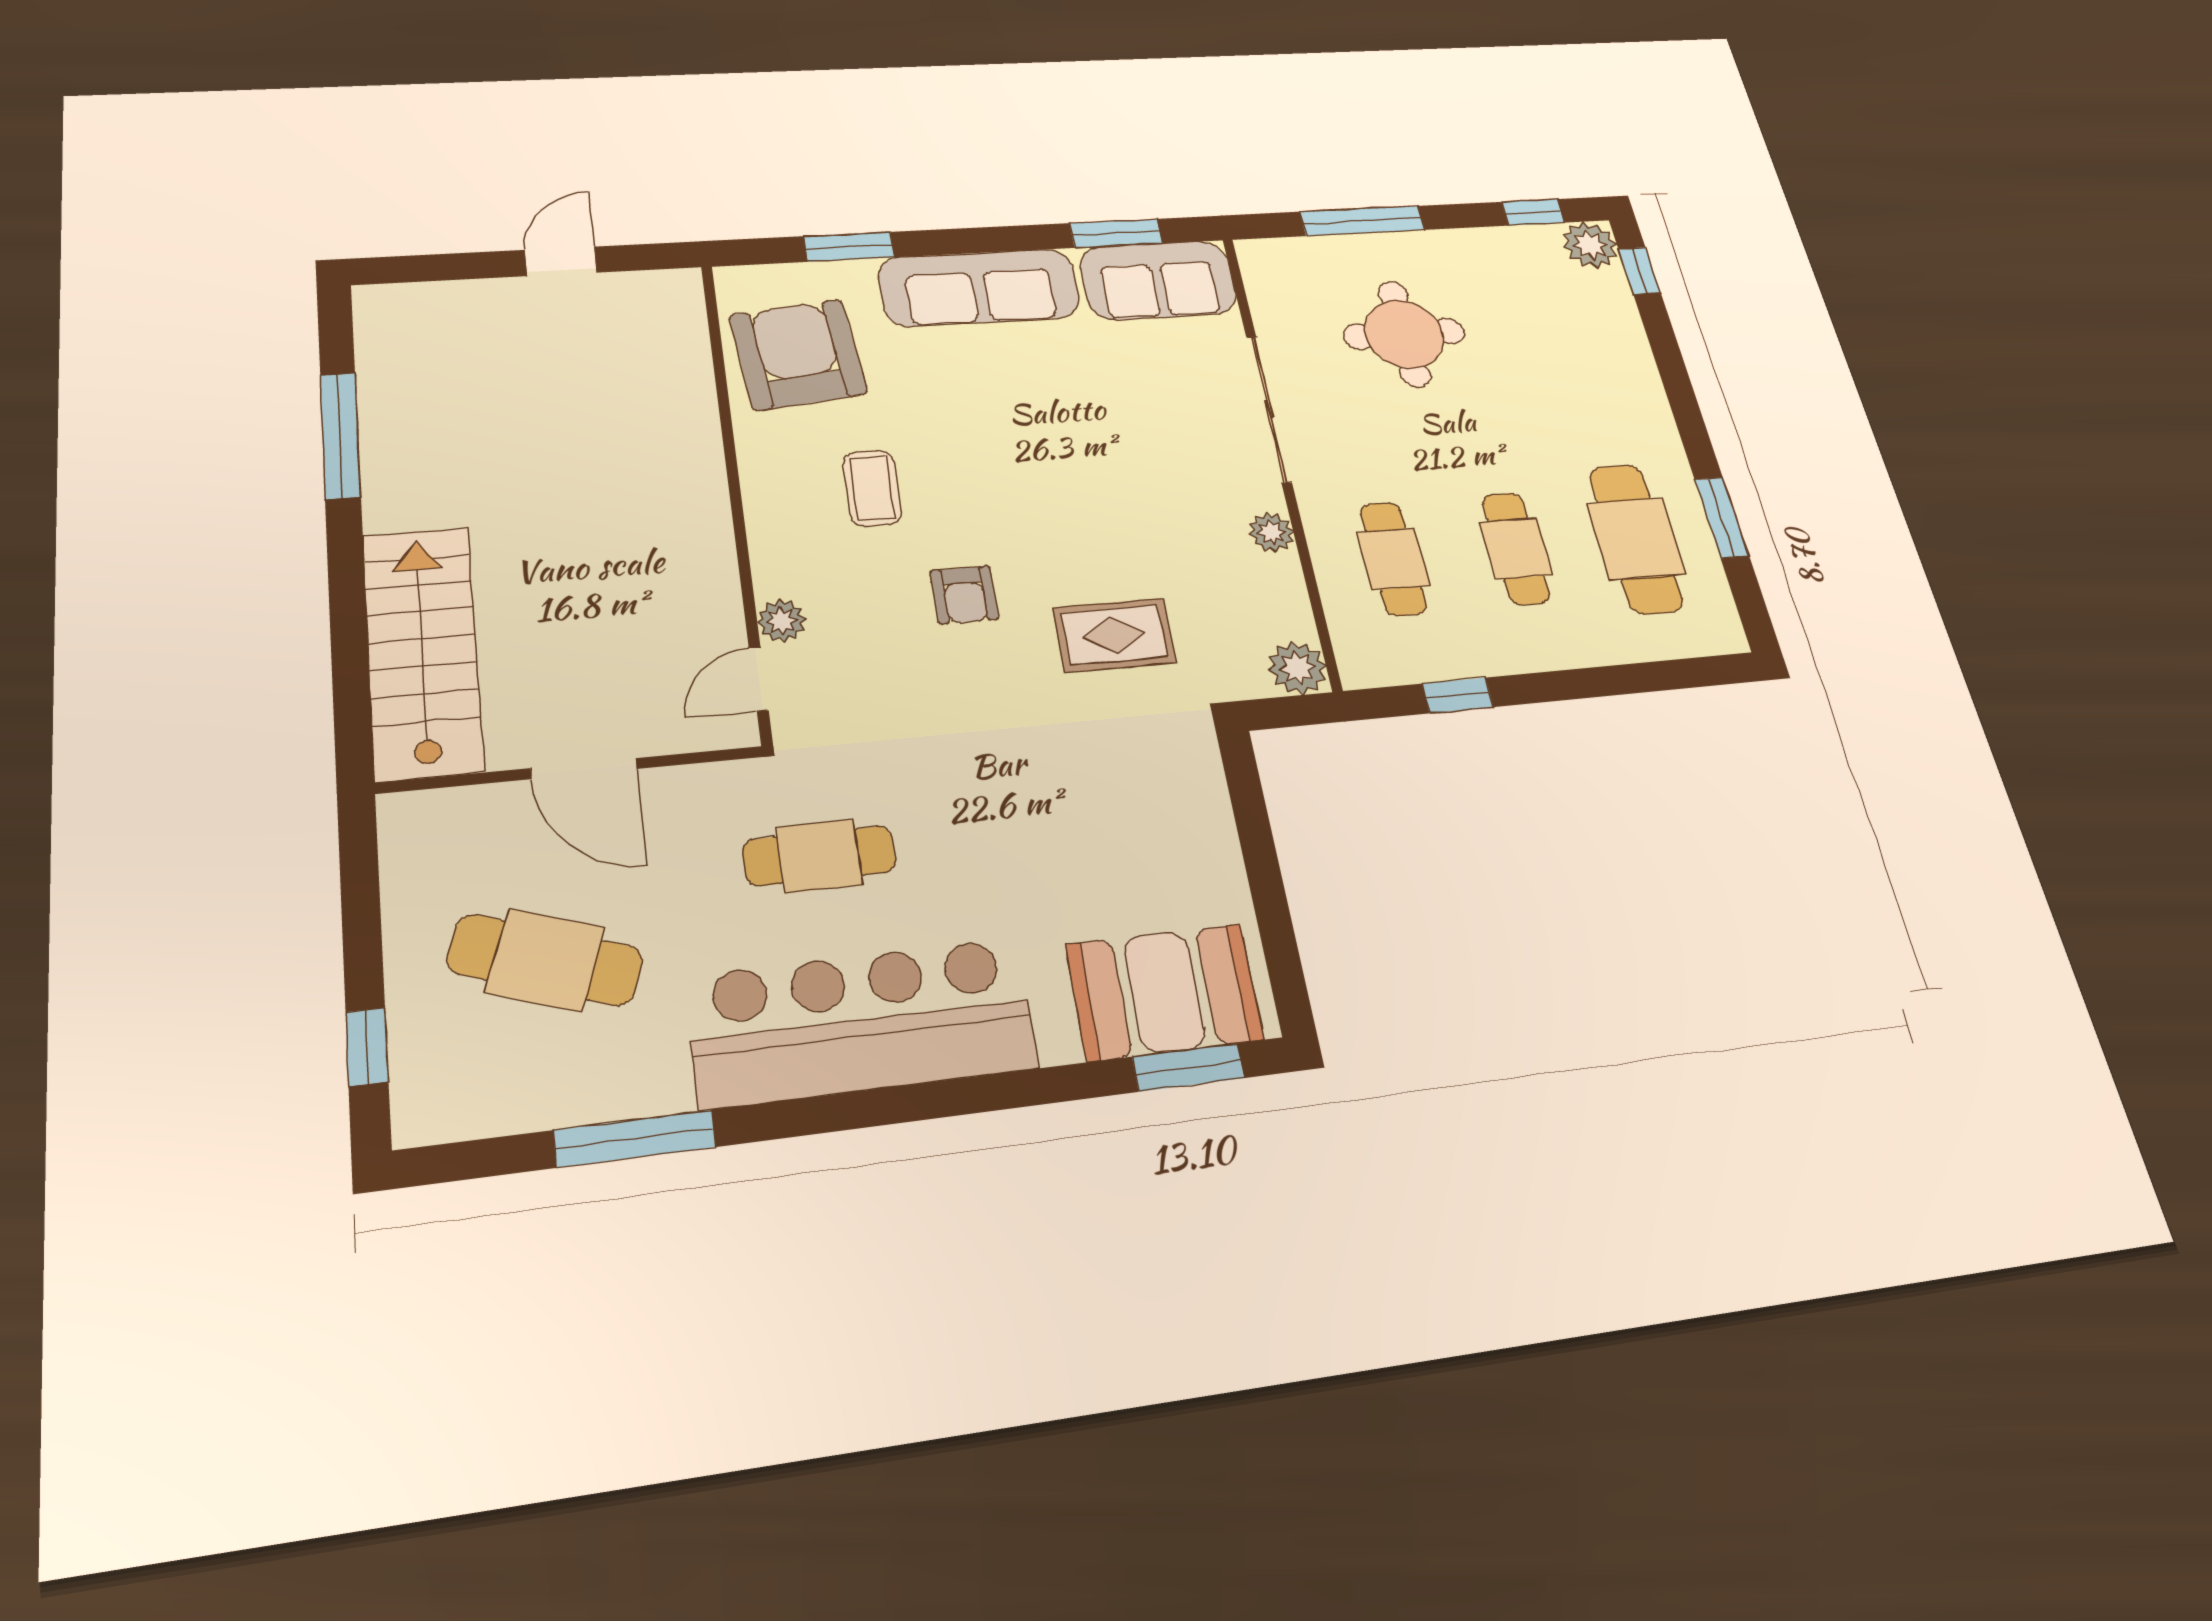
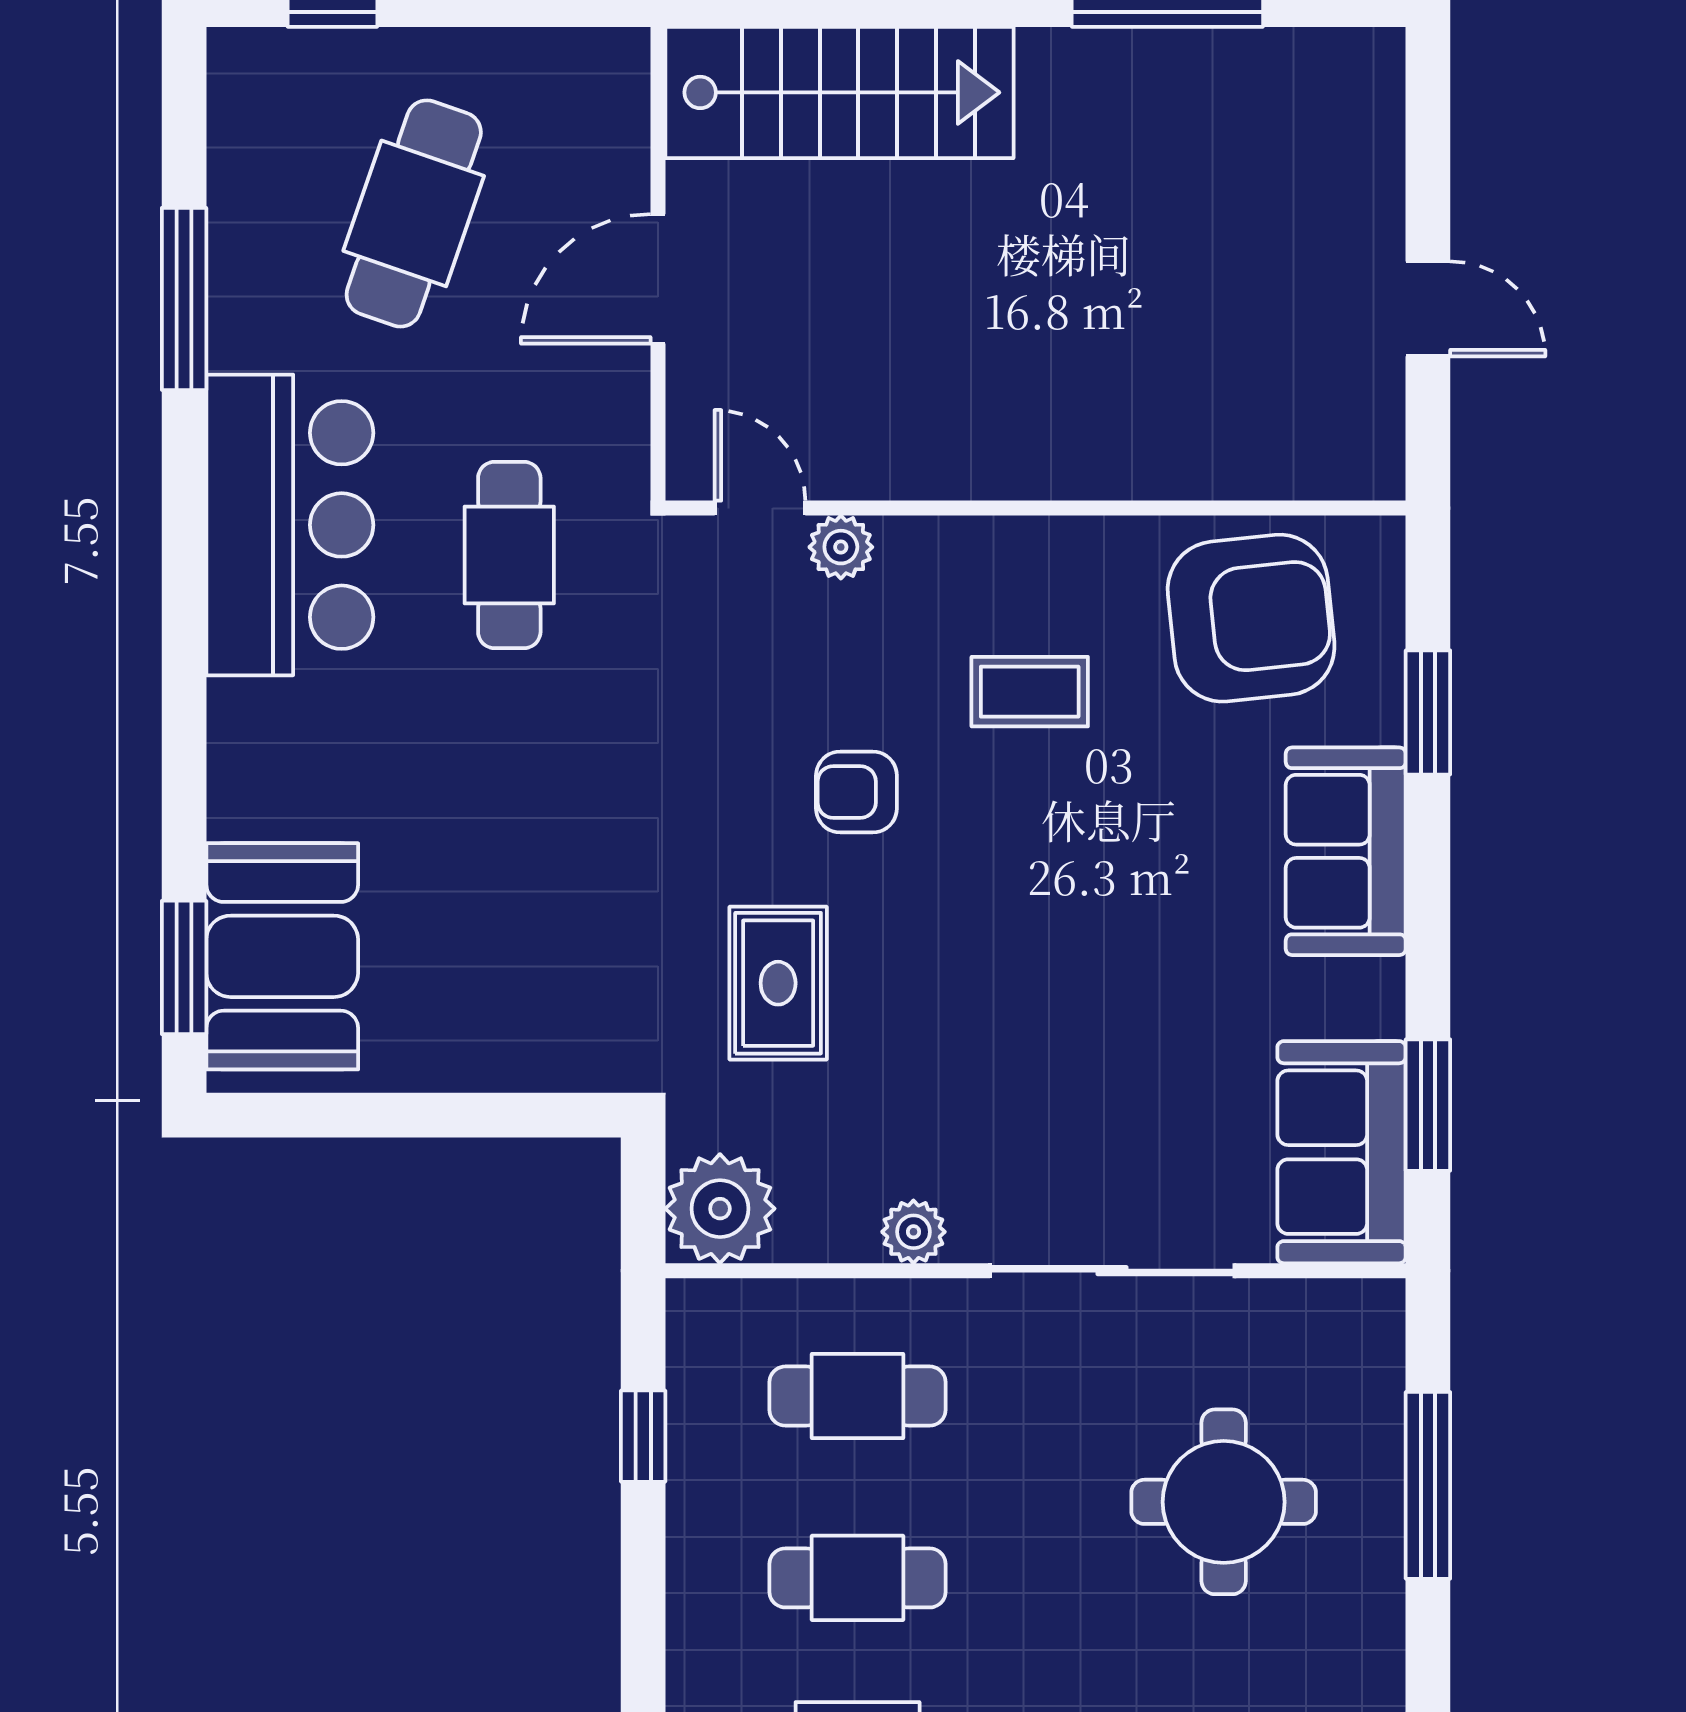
sofa: (979, 288) -> (1346, 851), width x0.73
plant: (1297, 668) -> (720, 1209), width x1.36, depth x1.36
bar counter: (862, 1022) -> (290, 525), width x0.73

